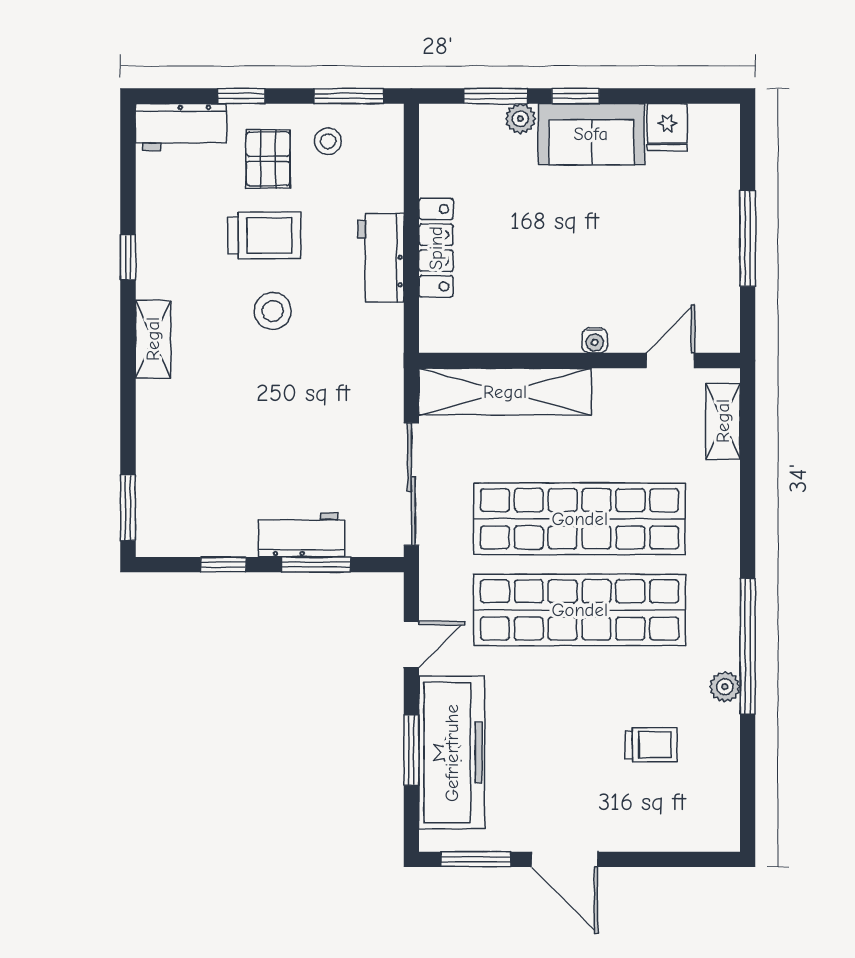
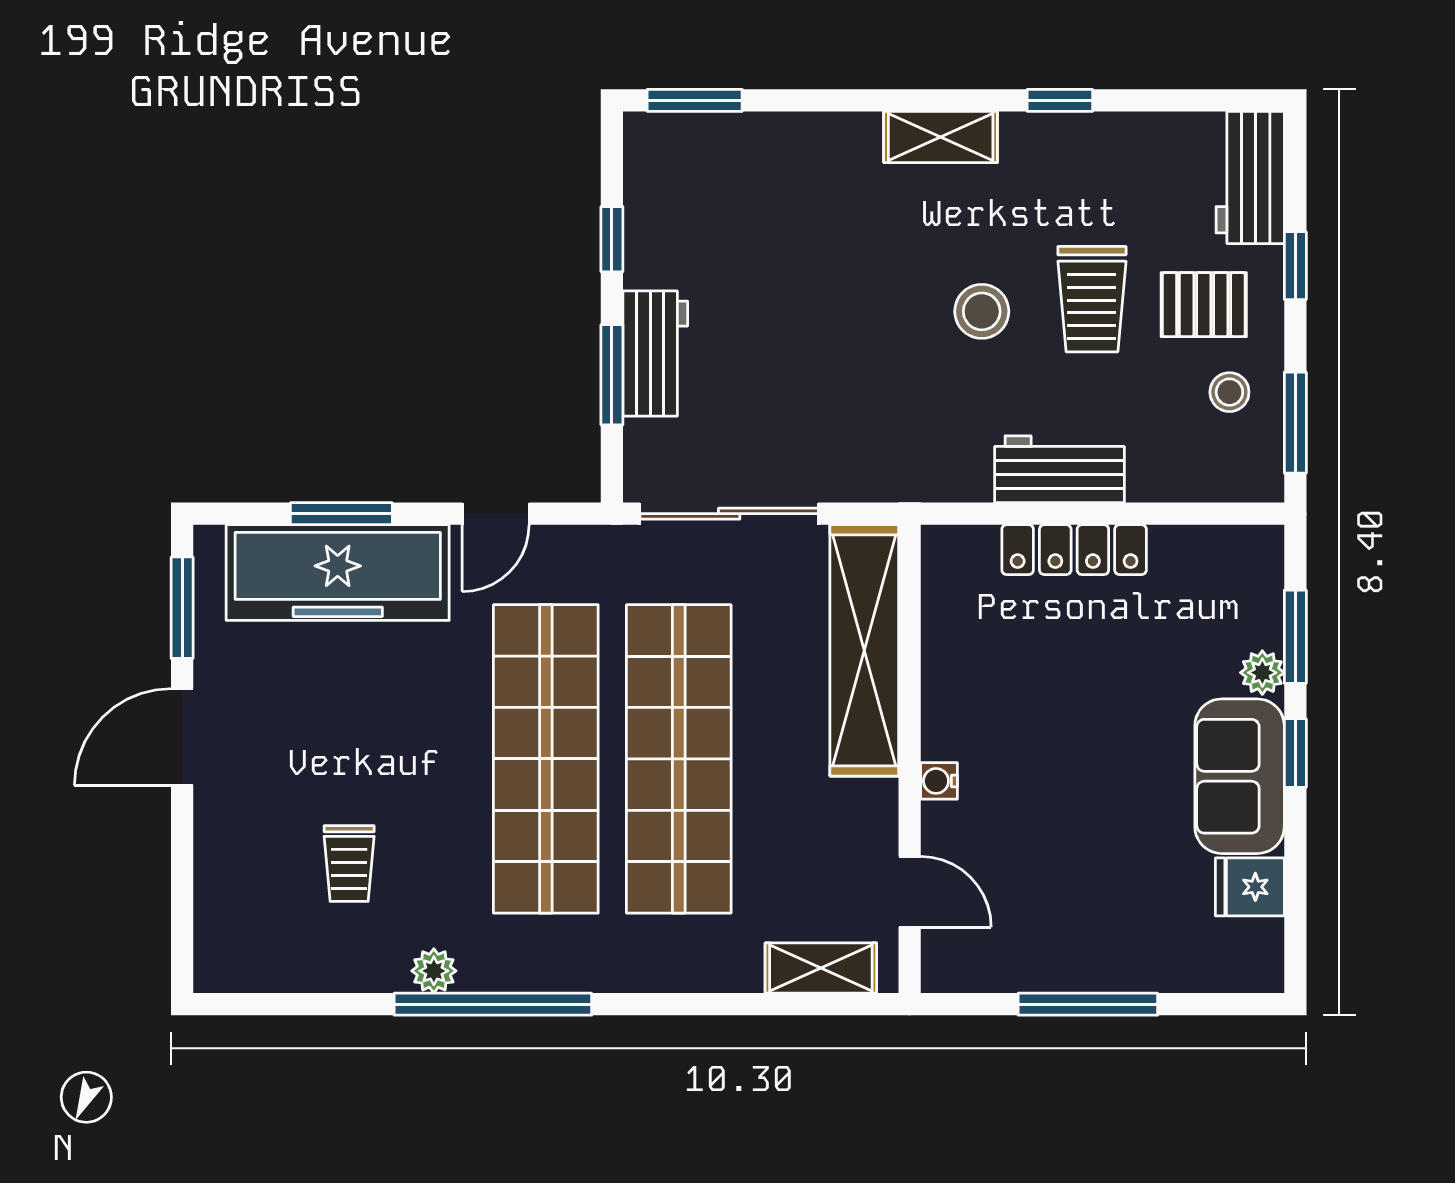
door: (411, 644) -> (496, 514), hinge flipped

